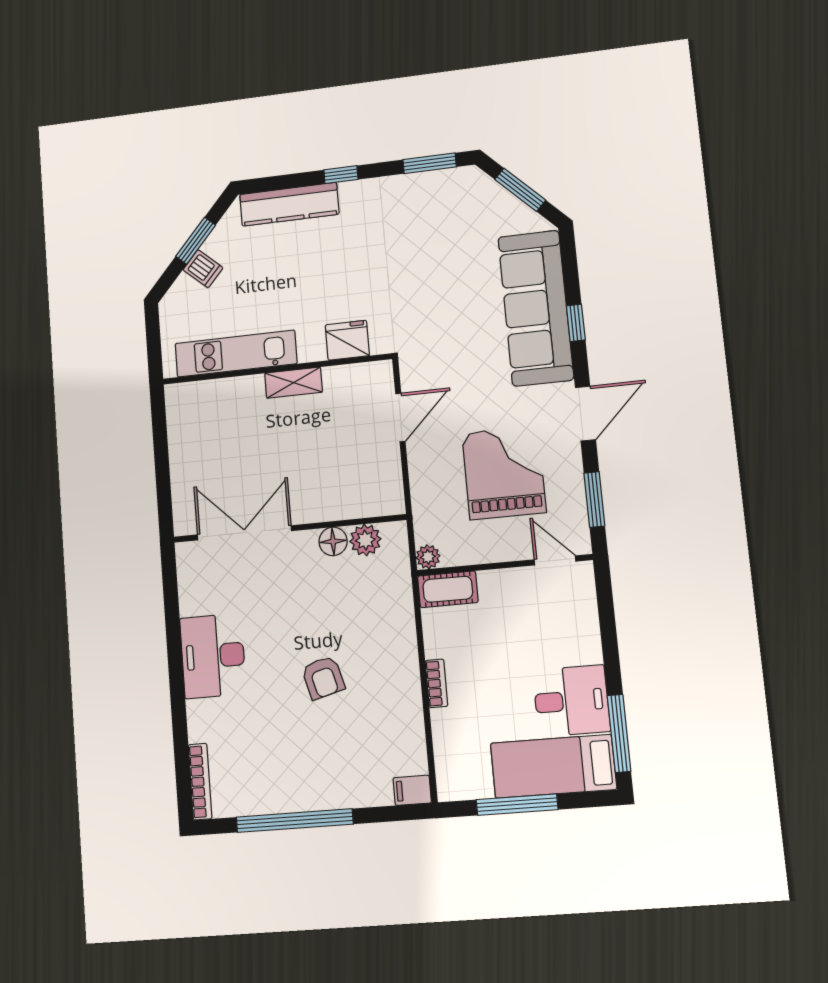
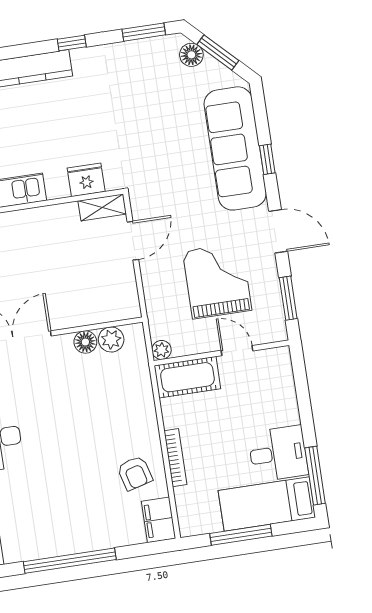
floor lamp: (487, 192) -> (191, 55), added
shelving: (294, 383) -> (102, 207), moved
door: (585, 414) -> (278, 231), hinge flipped
door: (555, 560) -> (237, 351), moved
cot: (448, 589) -> (187, 377), width x1.37, depth x1.34
armchair: (323, 678) -> (135, 473), moved
bookcase: (436, 683) -> (175, 458), width x1.56
filing cabinet: (412, 790) -> (158, 520), width x2.00

